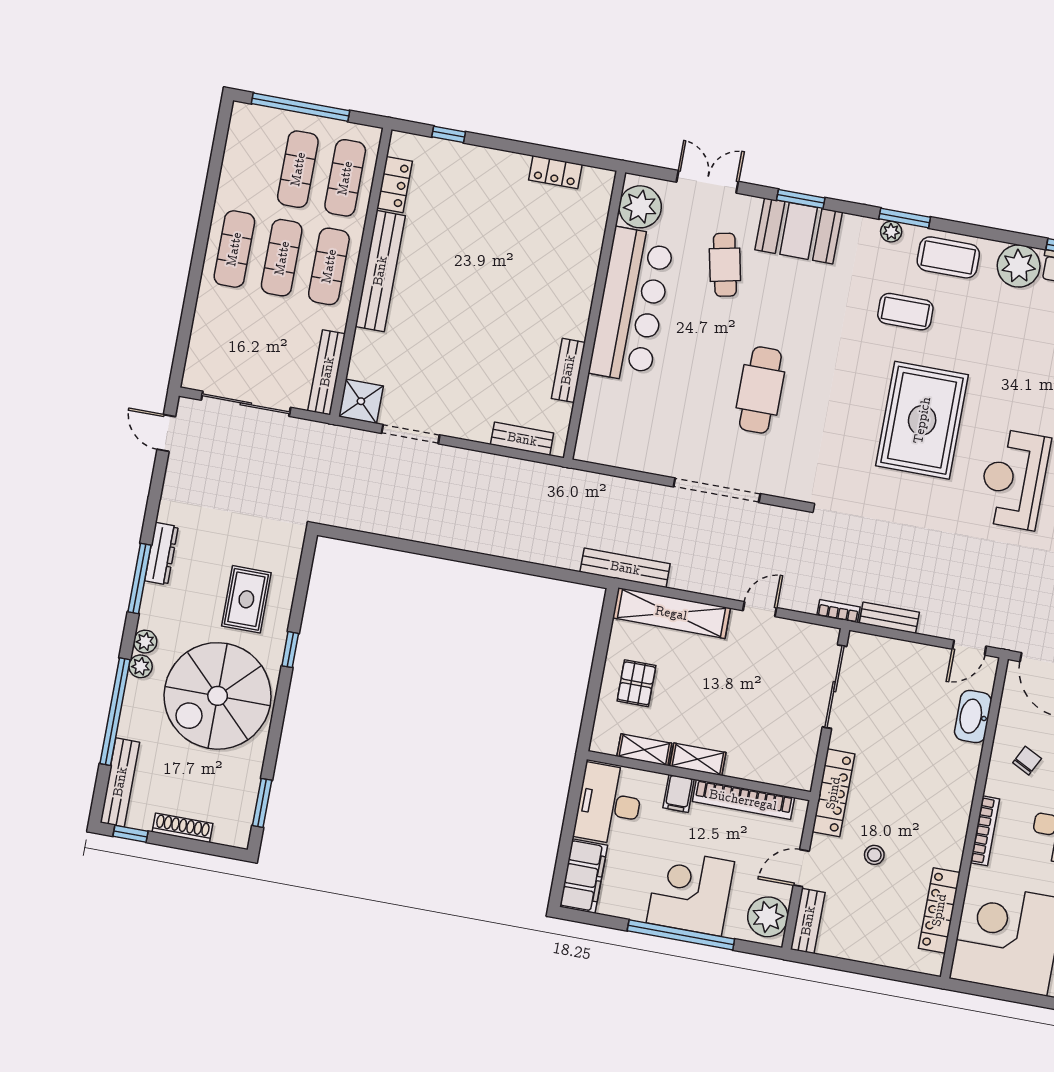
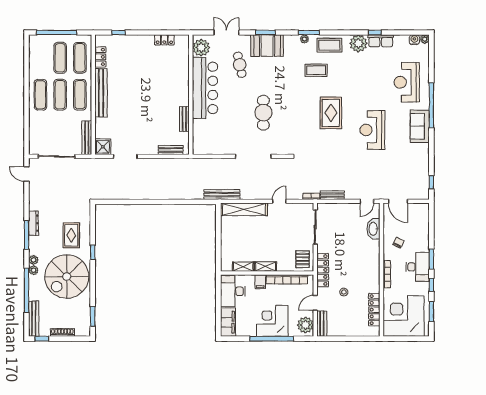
rug: (922, 420) -> (331, 113), width x0.73, depth x0.69
pallet: (636, 683) -> (303, 259), moved

